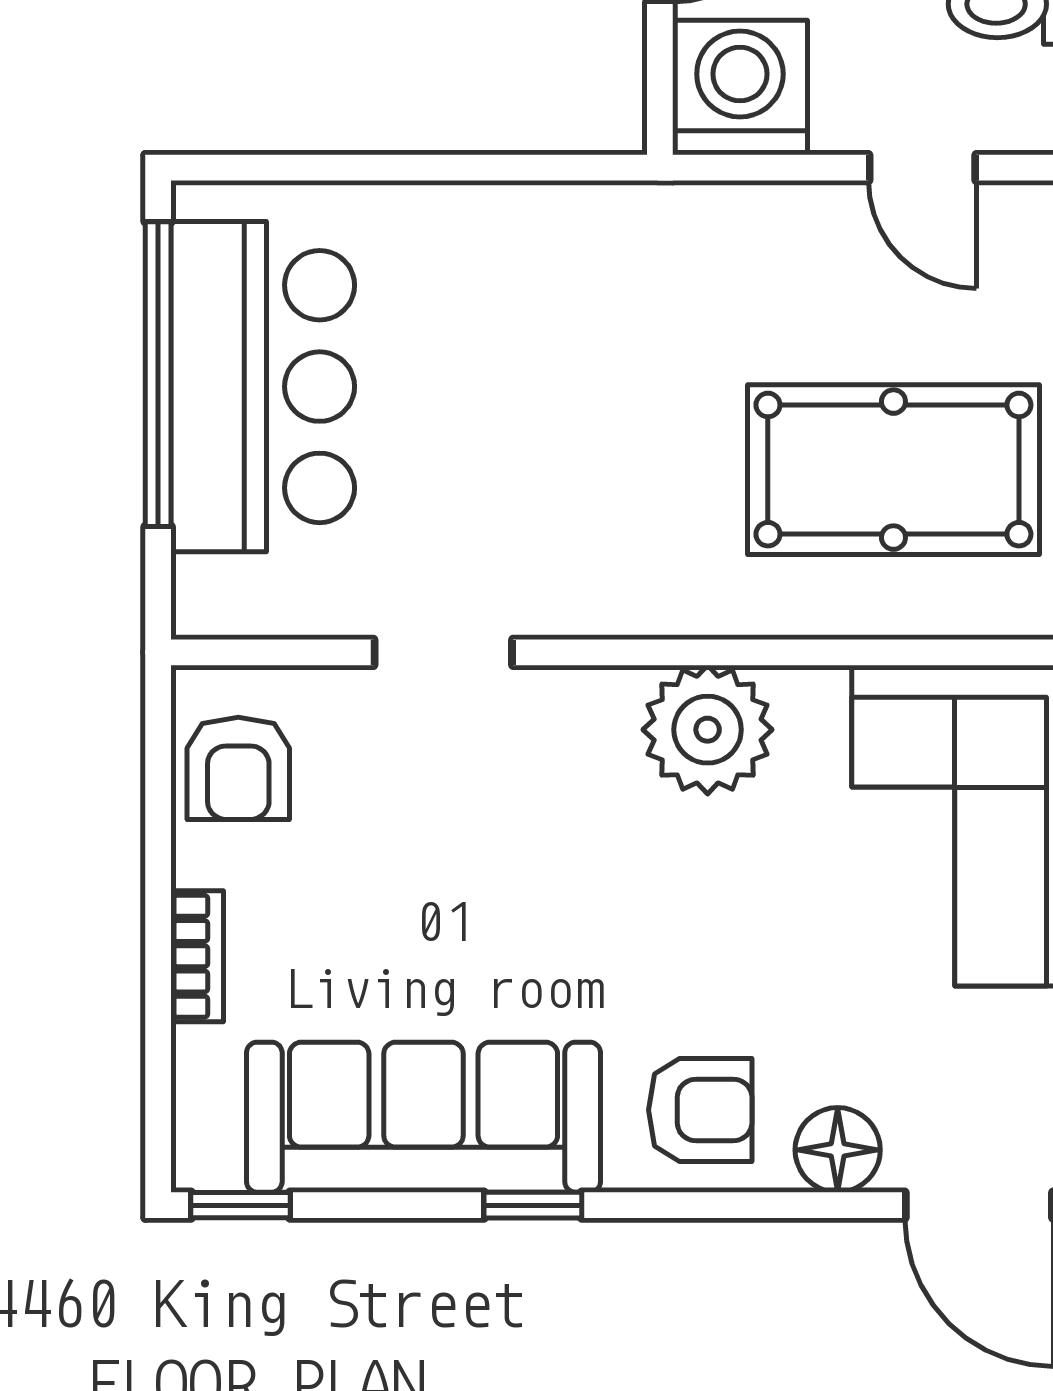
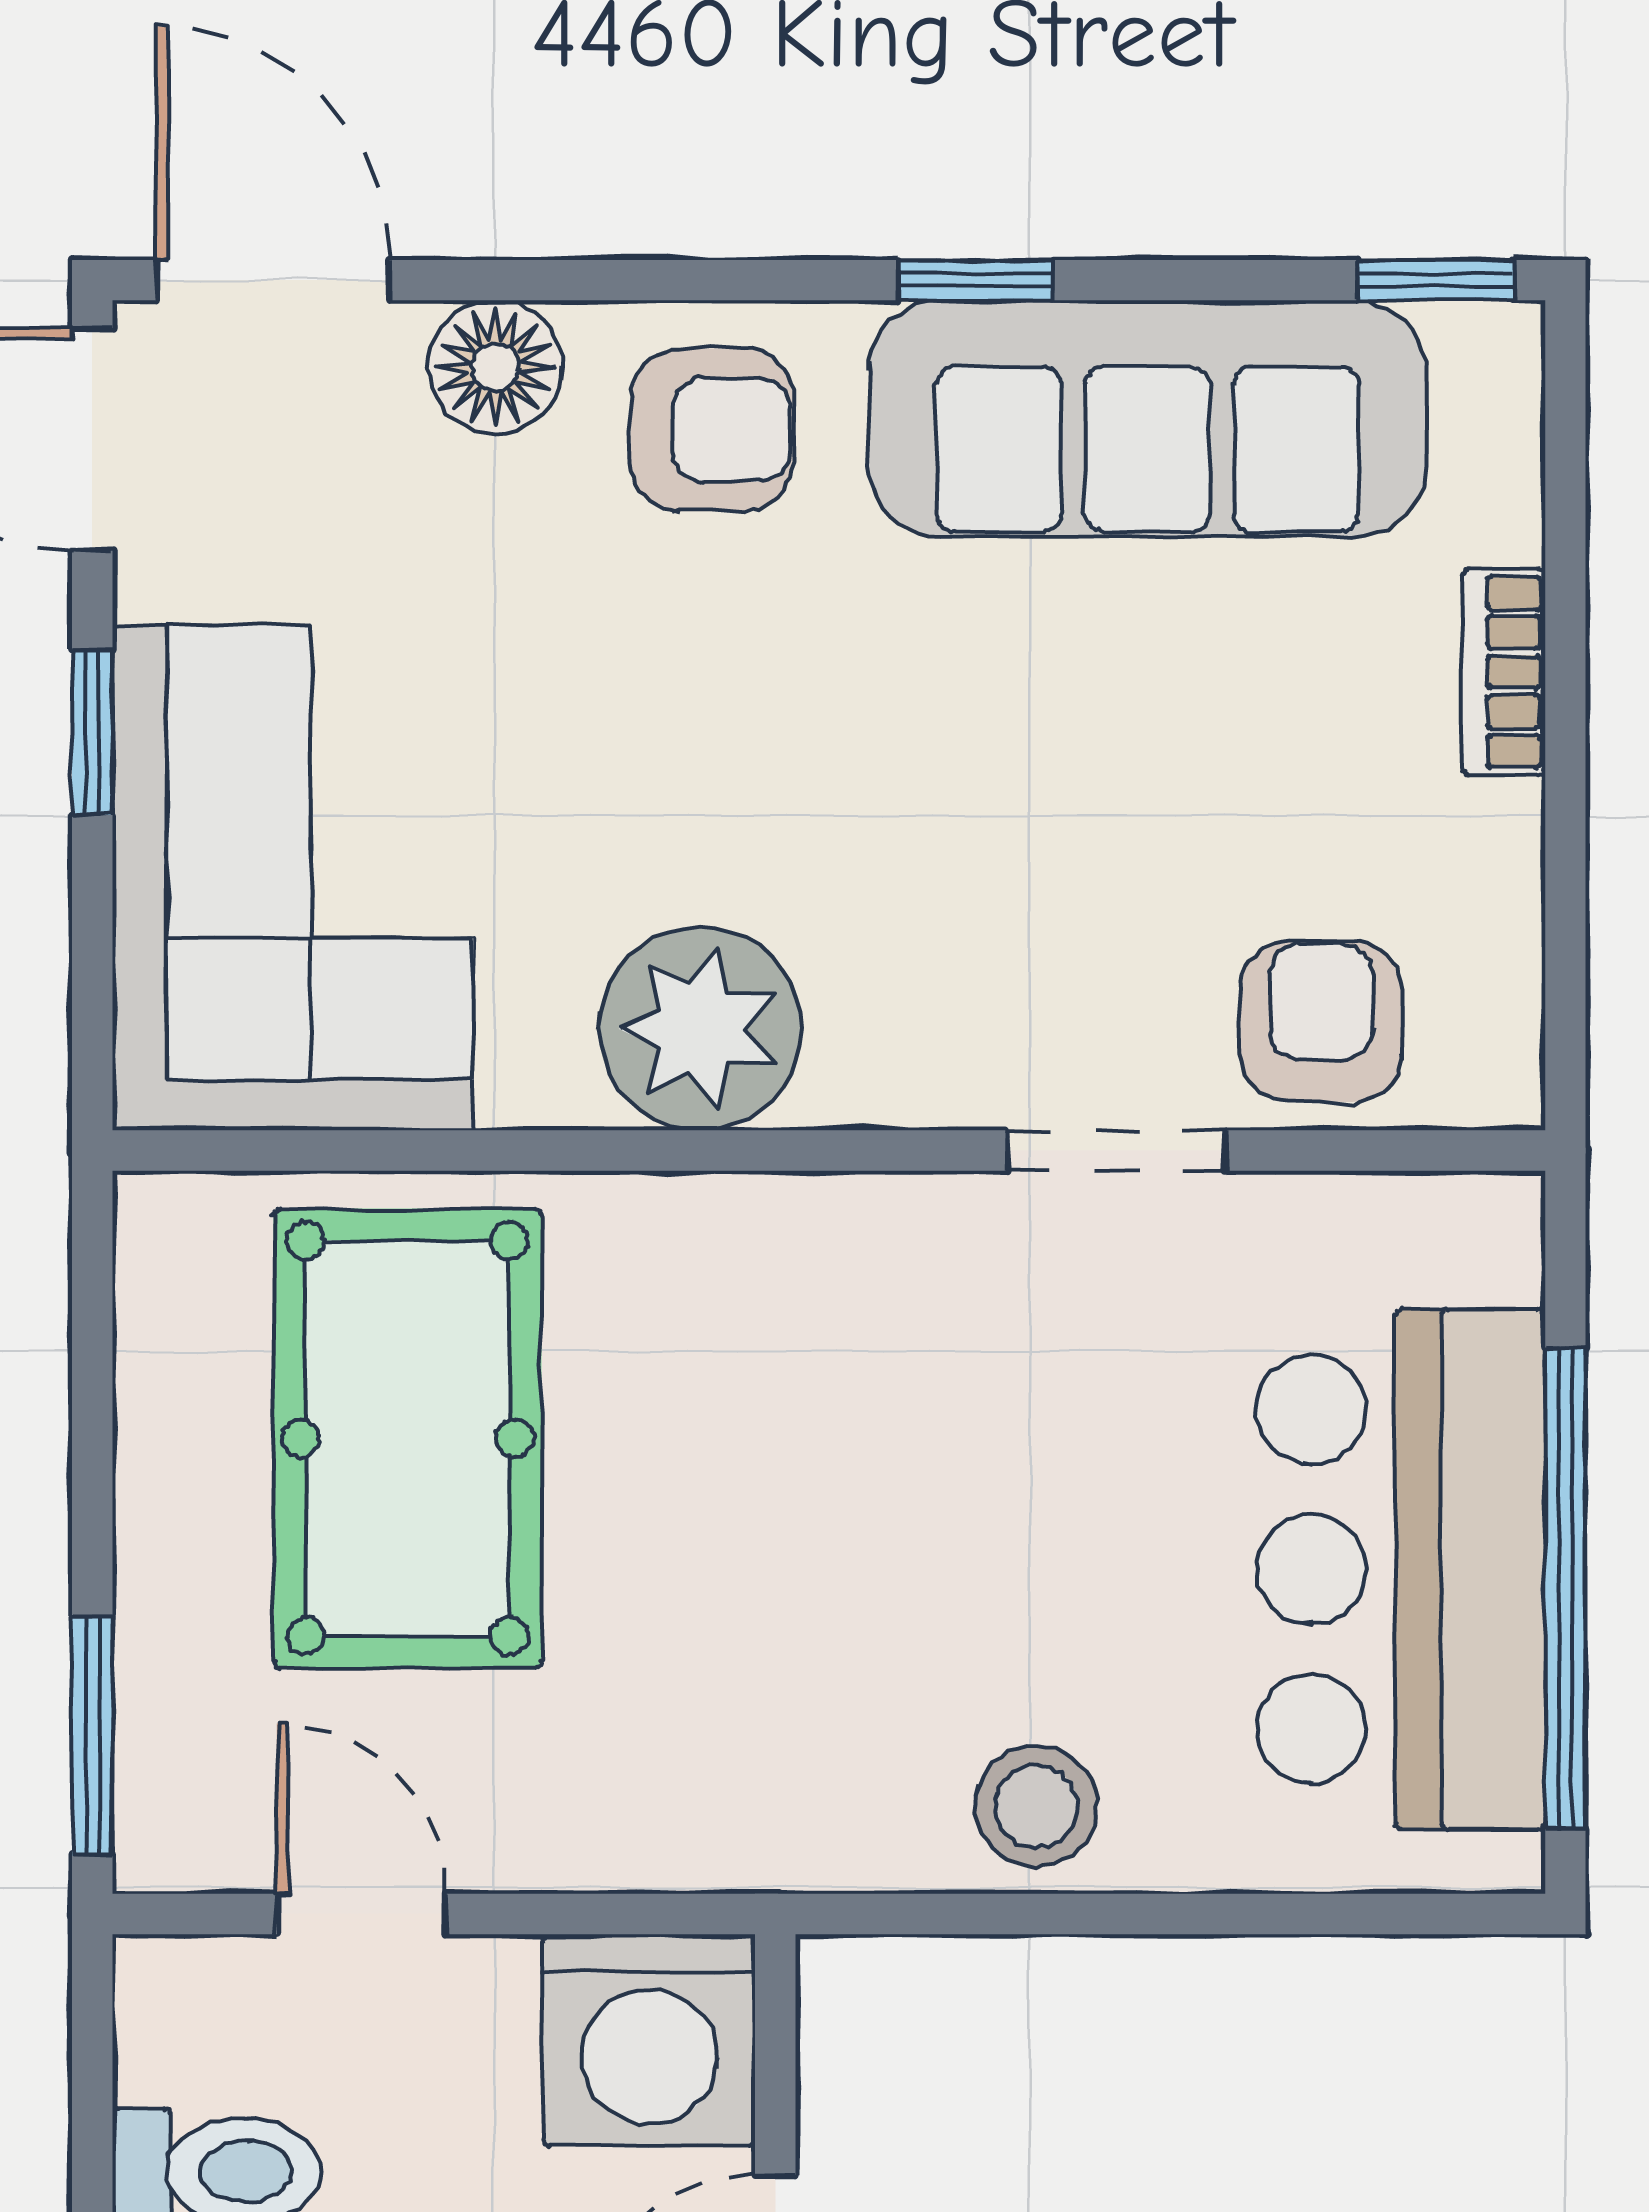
stool: (494, 236) -> (1036, 1806), added
pool table: (893, 470) -> (407, 1438), turned 90
armchair: (238, 768) -> (1321, 1021), moved
armchair: (700, 1110) -> (712, 430), turned 180

